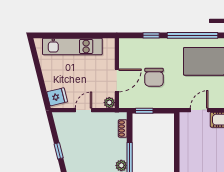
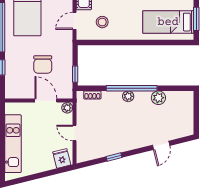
chair: (154, 77) -> (43, 65), turned 90
door: (199, 110) -> (74, 21), hinge flipped
stool: (198, 139) -> (102, 22), added

